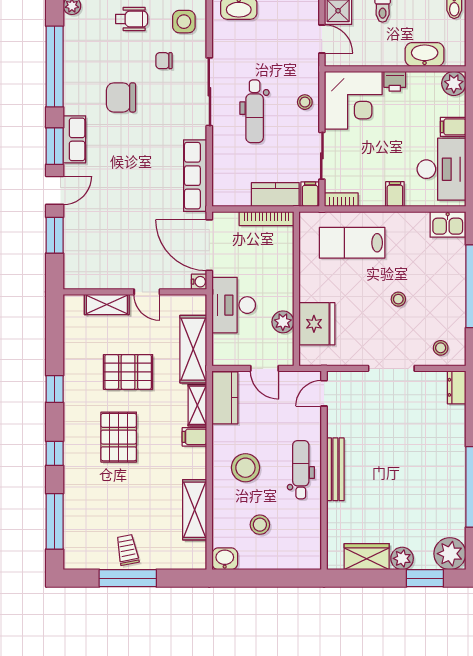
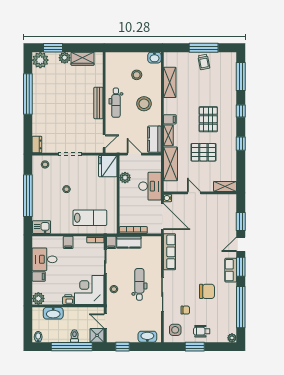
desk: (441, 169) -> (45, 259), width x0.73
shelving: (107, 304) -> (225, 186), moved
fridge: (317, 324) -> (108, 166), moved

